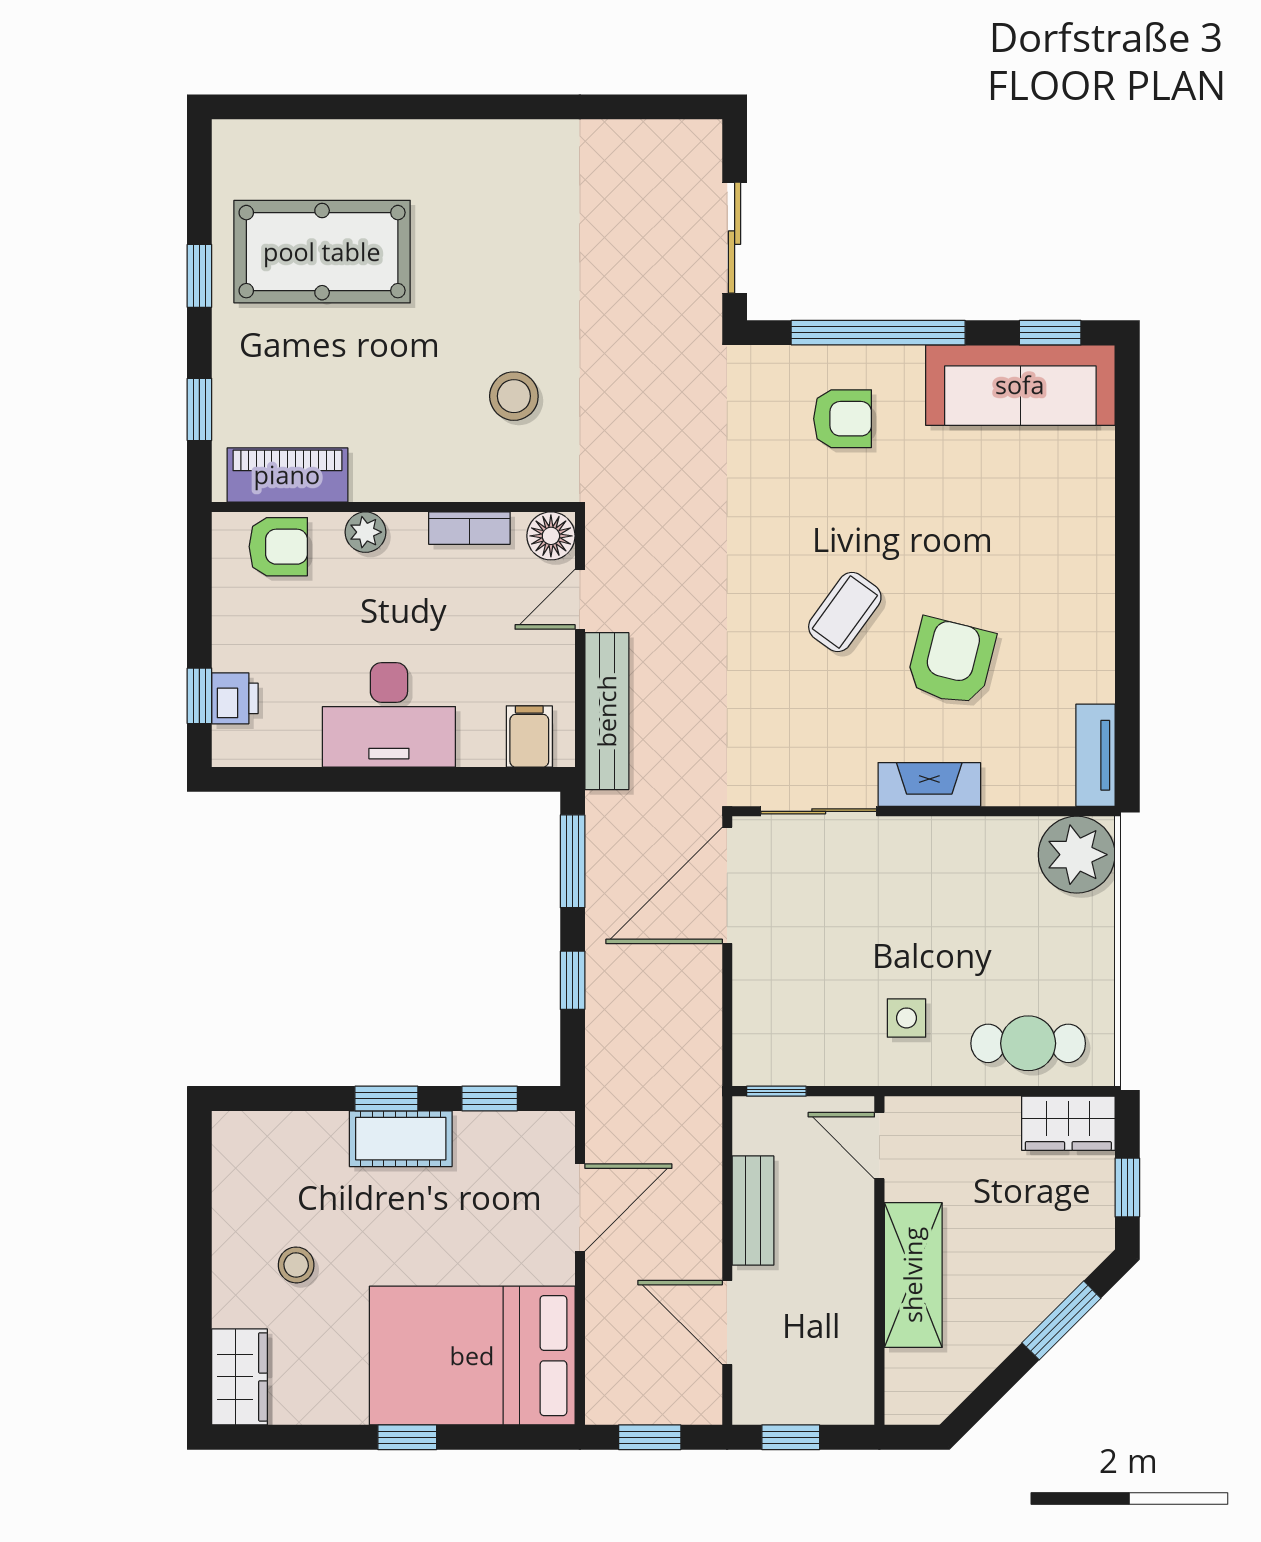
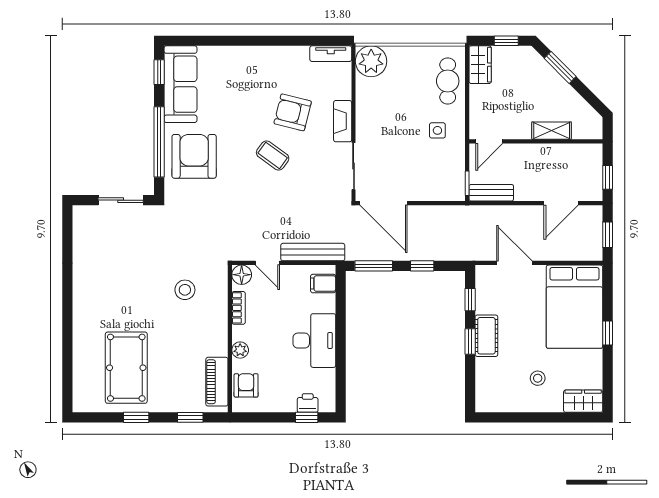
armchair: (843, 419) -> (194, 156), width x1.88, depth x1.88
bench: (753, 1211) -> (491, 193), moved
shelving: (913, 1275) -> (552, 131), width x0.67, depth x0.75

